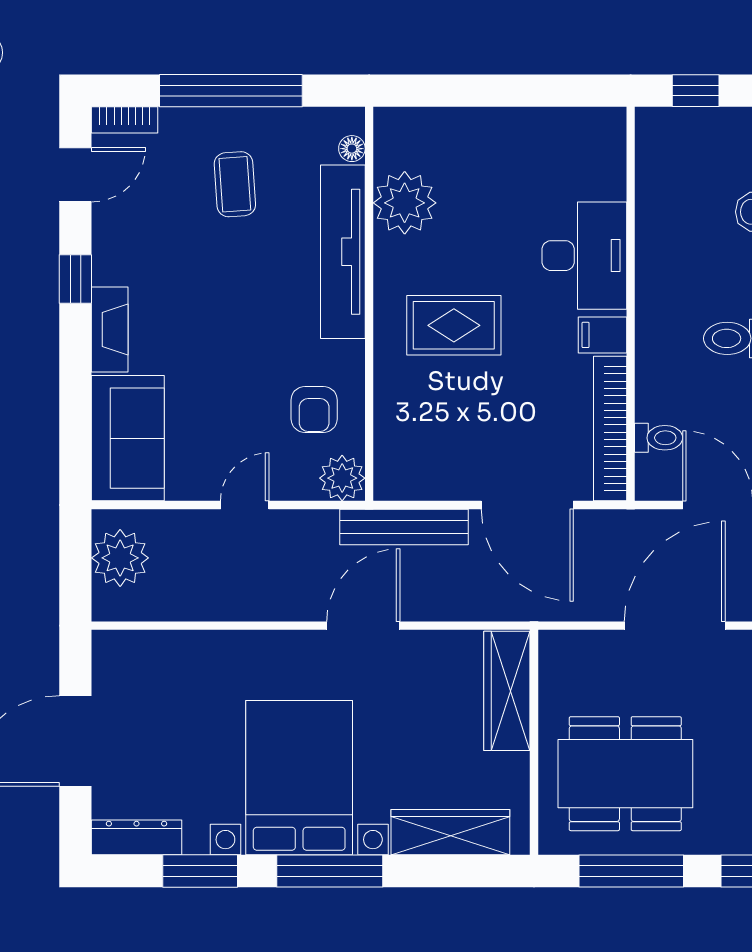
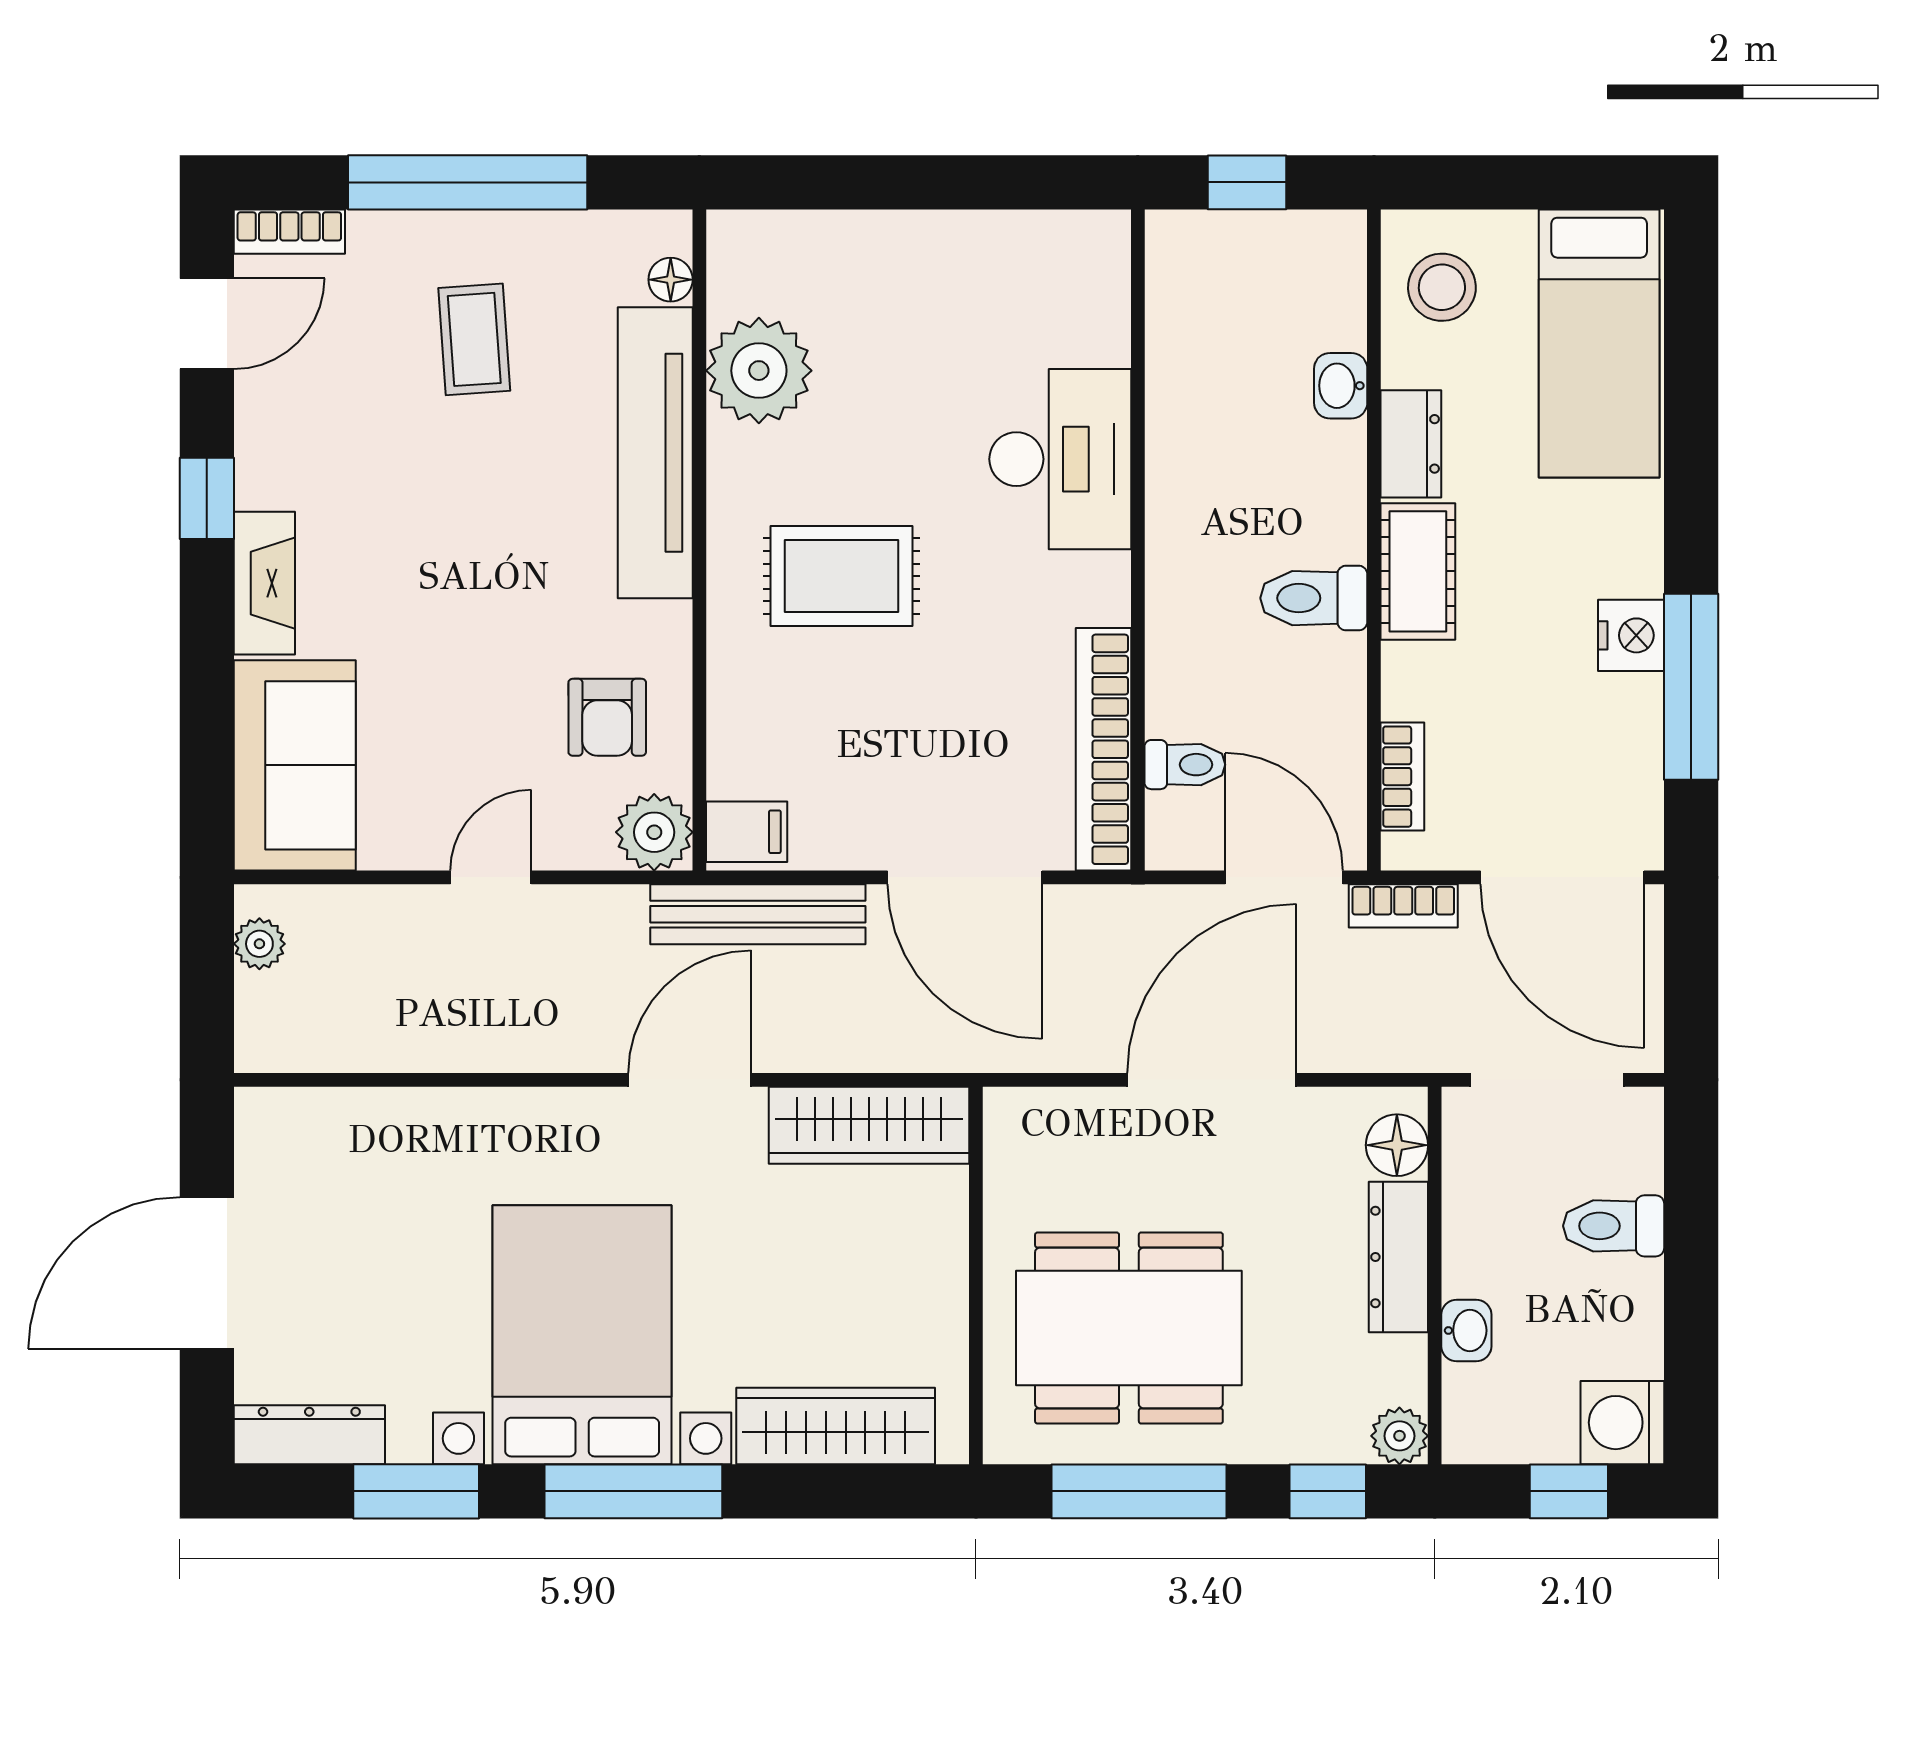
filing cabinet: (602, 335) -> (747, 832), moved, turned 180
plant: (120, 558) -> (259, 944), width x0.53, depth x0.53
wardrobe: (507, 691) -> (869, 1125), moved, turned -90

